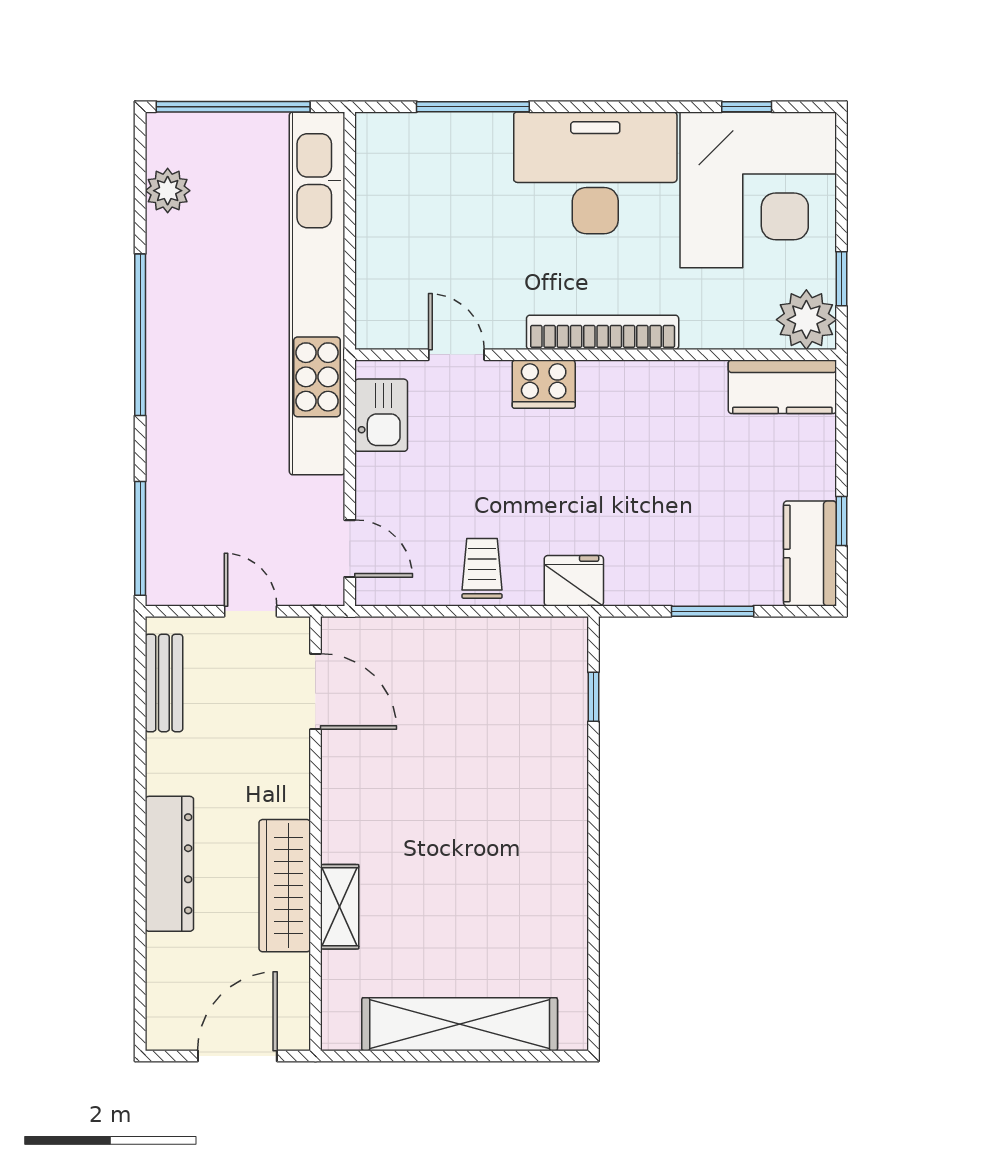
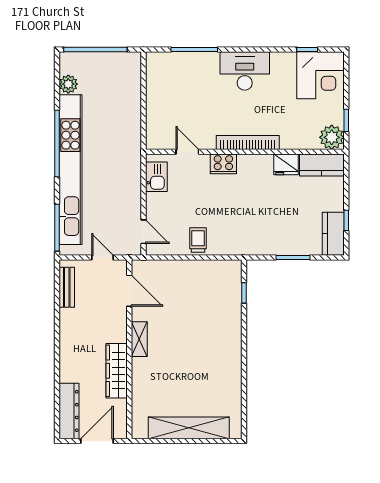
desk: (595, 173) -> (245, 71), width x0.73, depth x0.77
corner desk: (758, 190) -> (320, 75), width x0.74, depth x0.74
kitchen unit: (317, 293) -> (70, 170), moved, turned 180
fridge: (574, 581) -> (286, 164), moved, turned 180
dresser: (169, 864) -> (69, 411), moved
shelving: (340, 907) -> (139, 339), moved

